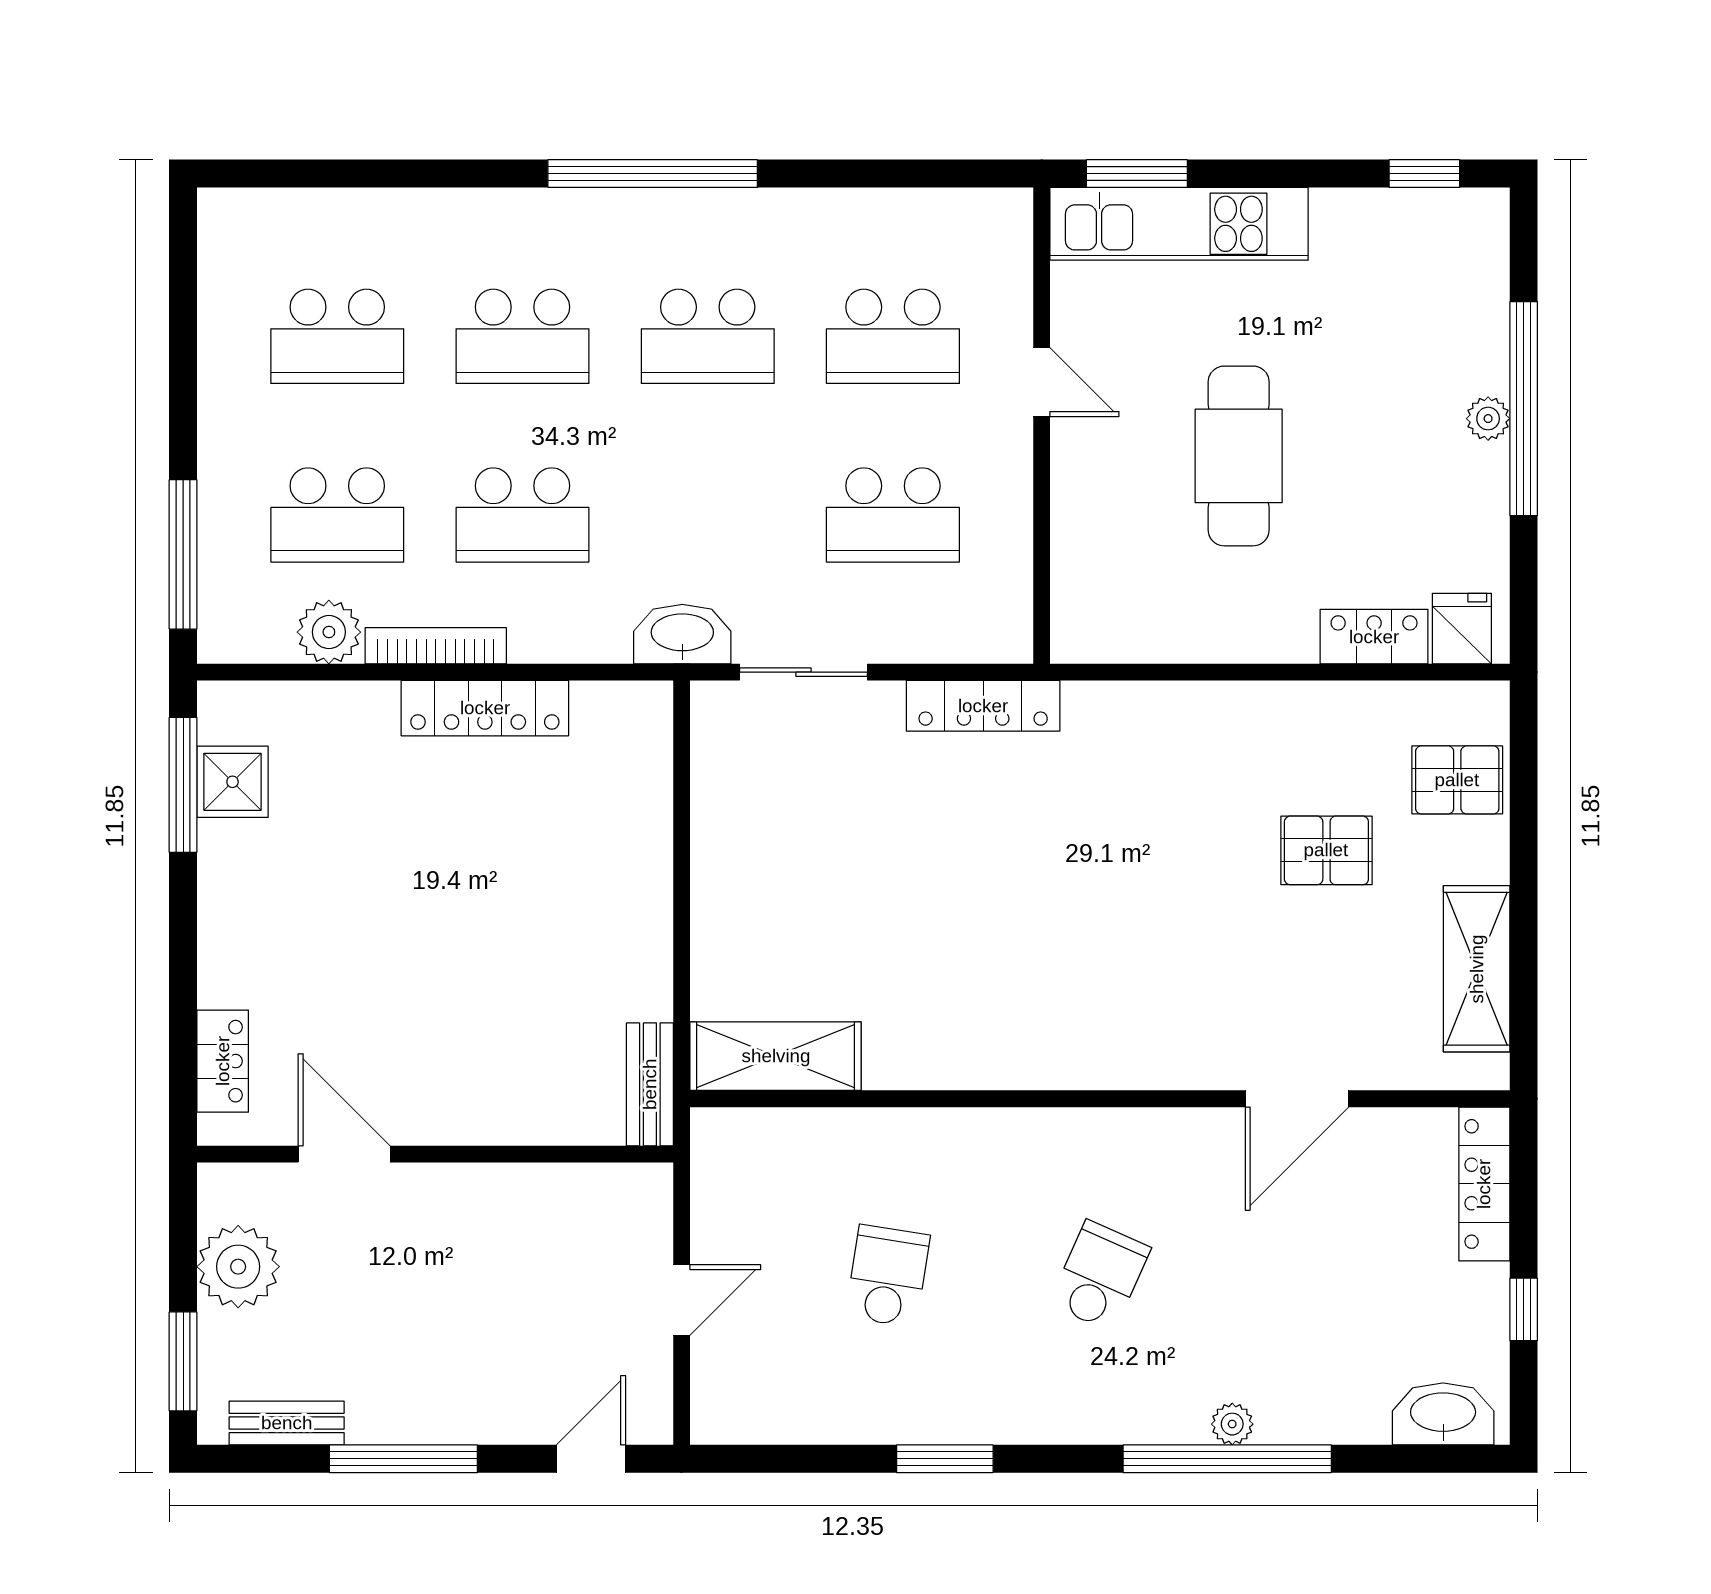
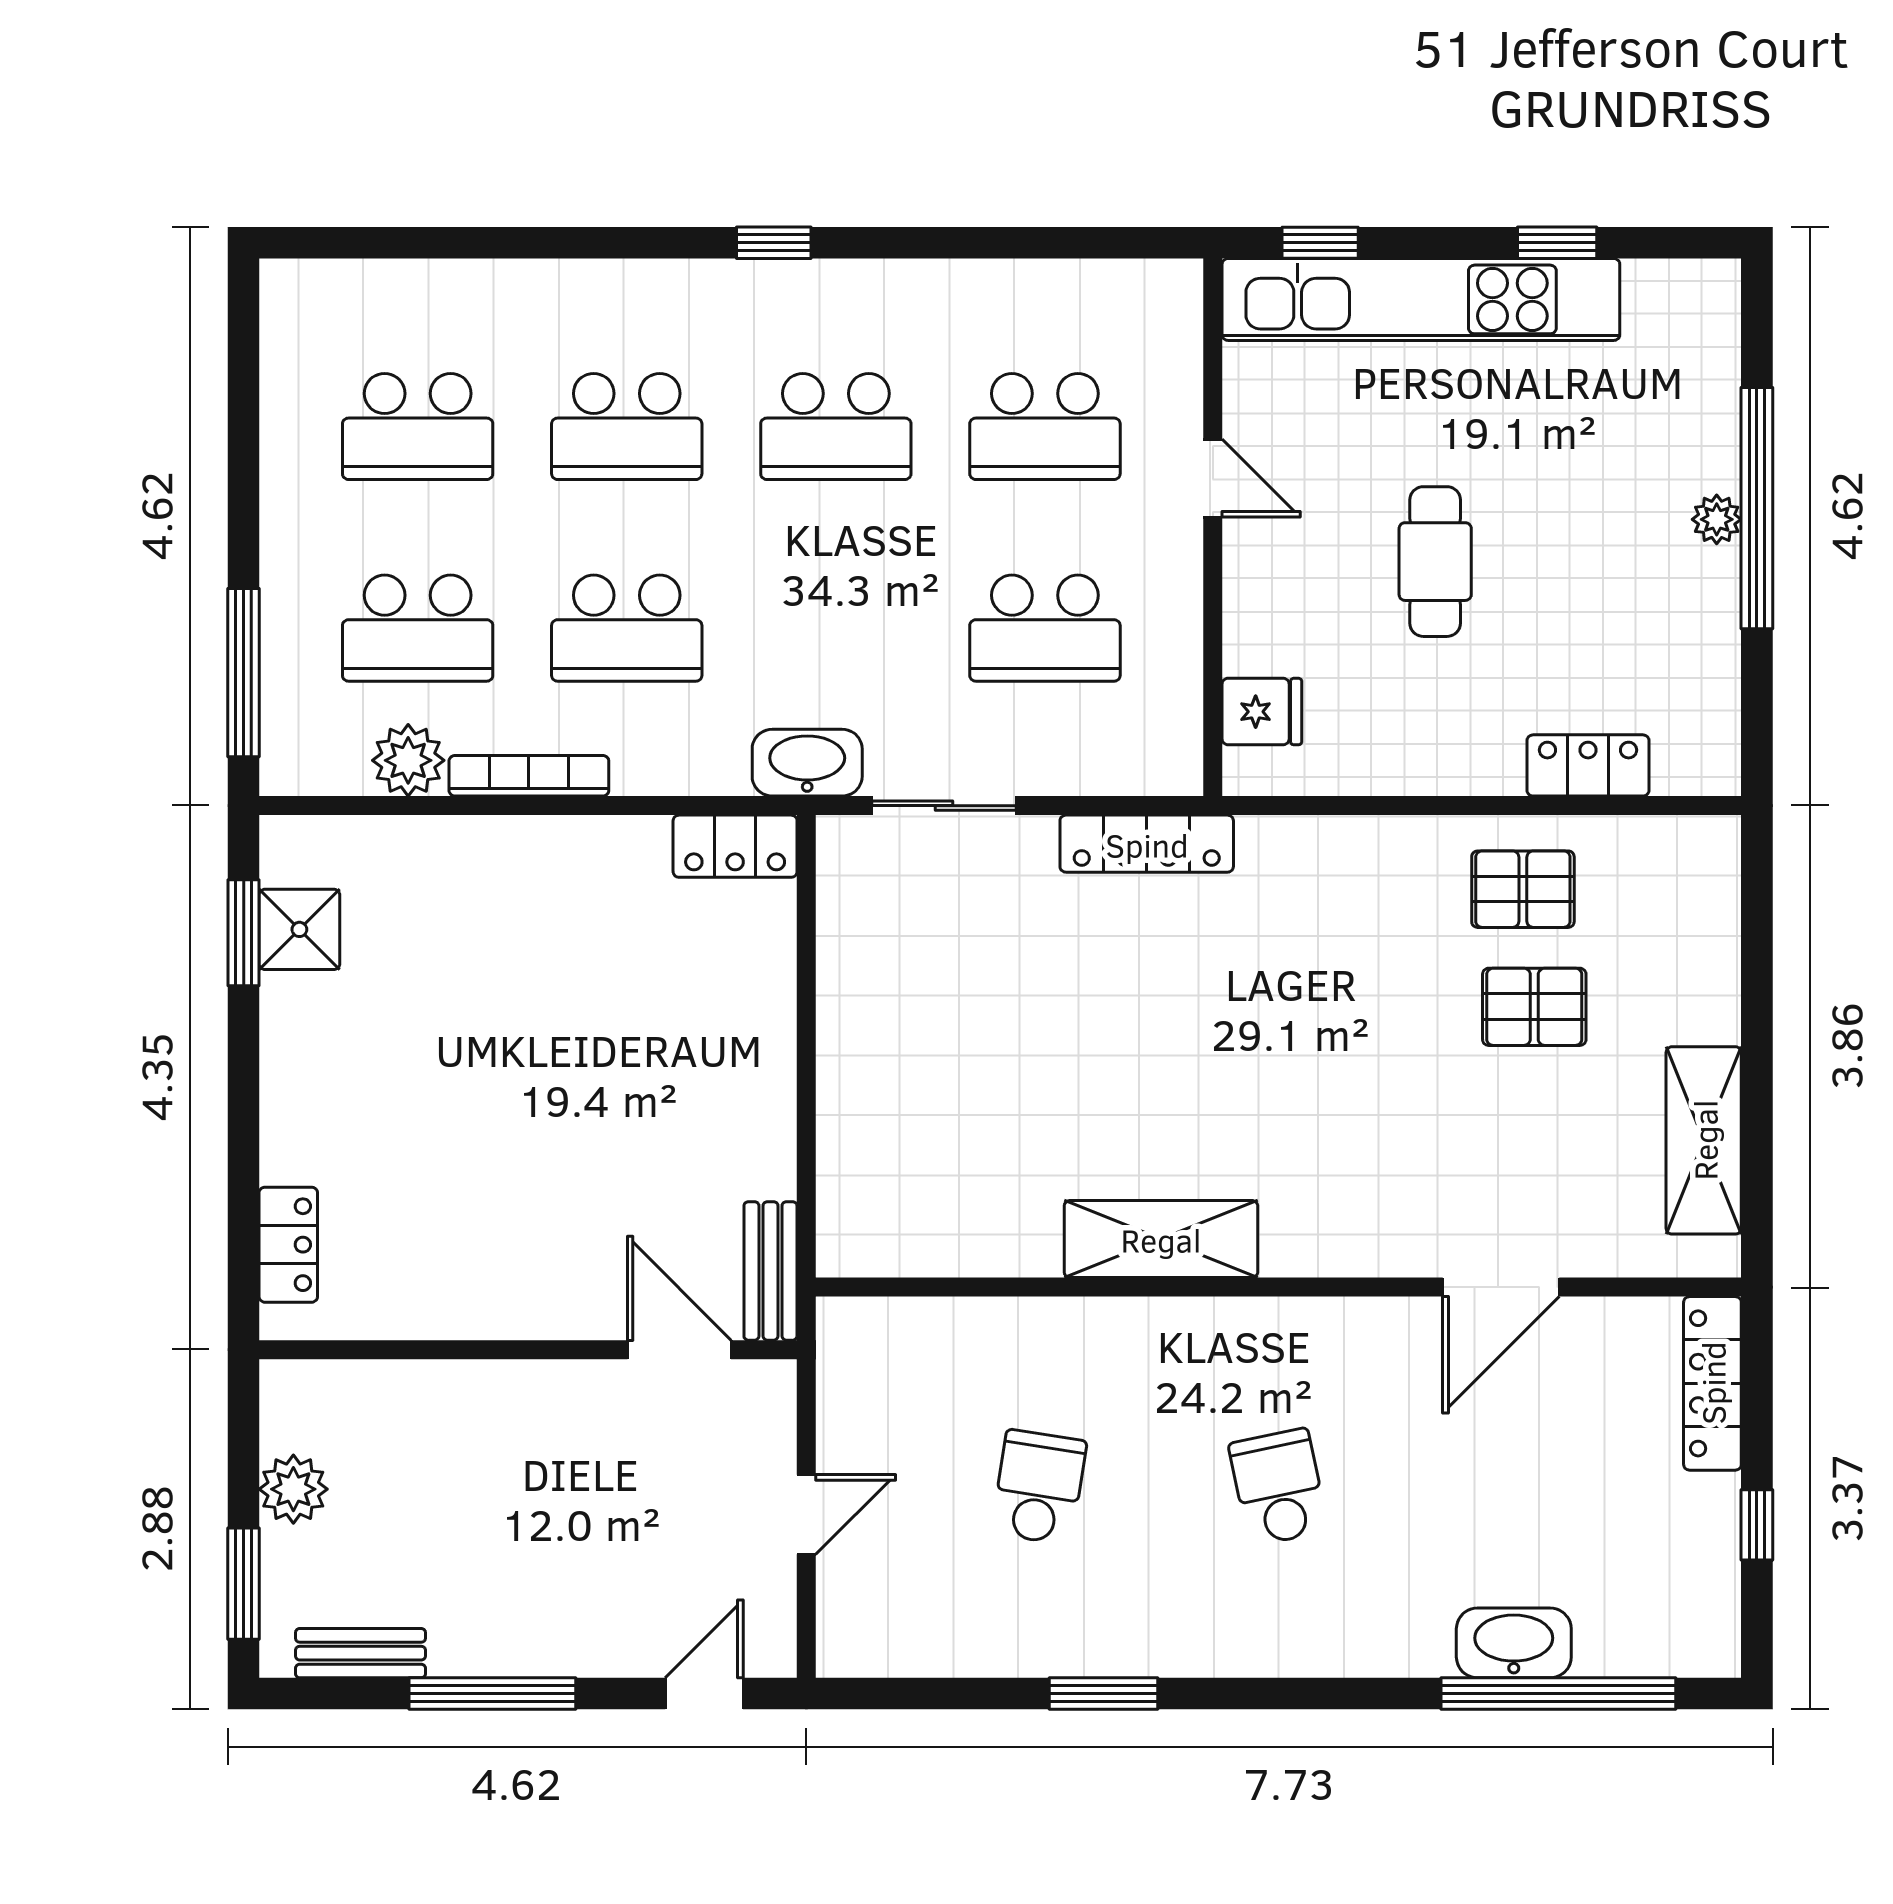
window: (653, 174) -> (774, 243), width x0.32
window: (1137, 174) -> (1320, 243), width x0.67
window: (1424, 174) -> (1557, 243), moved
kitchen unit: (1179, 224) -> (1421, 299), width x1.36
cafe table: (1239, 456) -> (1435, 562), width x0.73, depth x0.74
fridge: (1462, 629) -> (1262, 712), moved, turned 90
locker: (485, 708) -> (735, 846), moved, width x0.66
pallet: (1457, 780) -> (1523, 889), moved
window: (183, 785) -> (244, 933), width x0.69
shelving: (776, 1056) -> (1161, 1239), moved
door: (344, 1154) -> (679, 1350), moved
plant: (238, 1267) -> (293, 1489), width x0.73, depth x0.73
school desk: (1100, 1276) -> (1278, 1487), turned -36
washbasin: (1443, 1414) -> (1514, 1643), moved
plant: (1232, 1424) -> (1428, 1654), removed
window: (1227, 1459) -> (1558, 1694), moved

